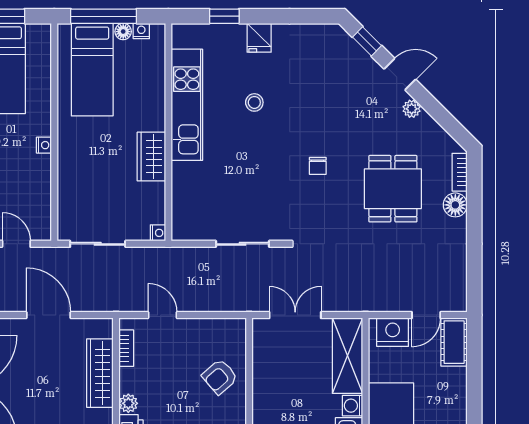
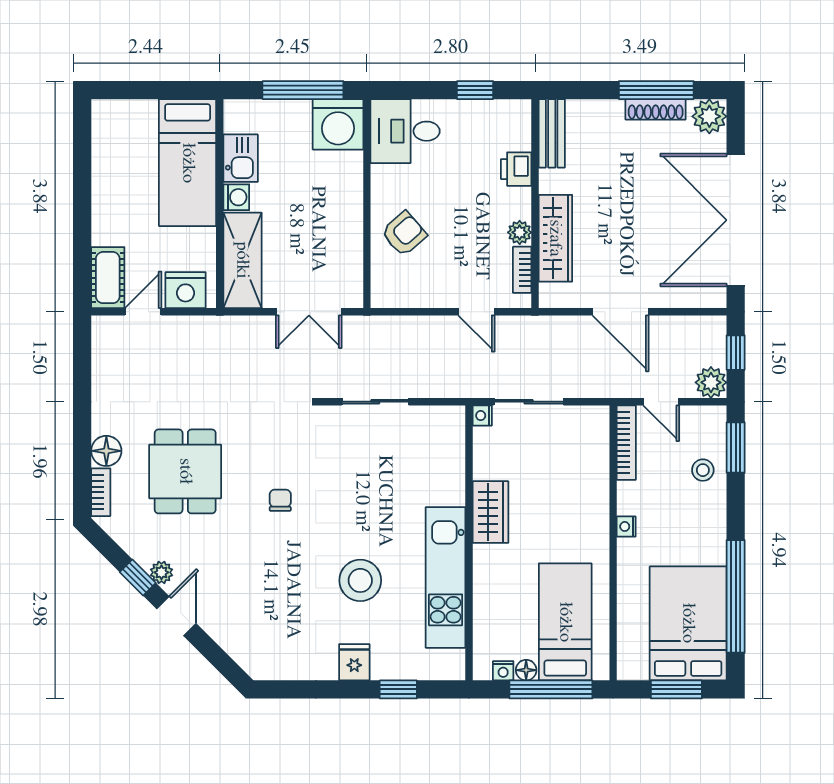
window: (367, 41) -> (138, 577), moved
door: (400, 74) -> (176, 616), swing flipped
stool: (254, 102) -> (360, 580), width x1.89, depth x1.89
bookcase: (44, 211) -> (626, 443), added
sliding door: (98, 244) -> (529, 402), moved
plant: (128, 403) -> (520, 232), moved

